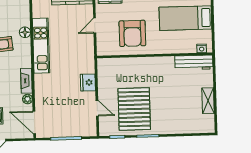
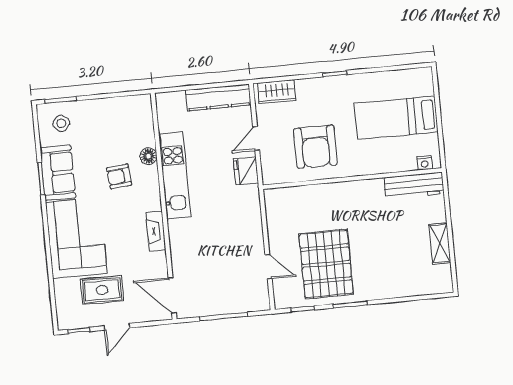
fridge: (88, 83) -> (246, 171), moved
plant: (28, 99) -> (159, 260), removed

